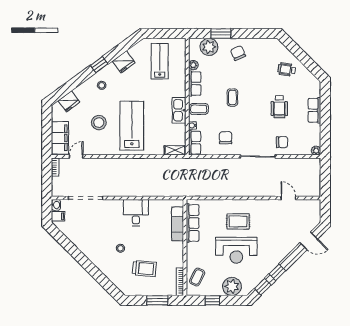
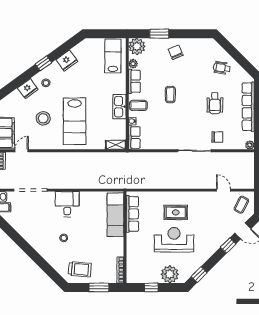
plant: (209, 47) -> (137, 46), moved
lab bench: (160, 61) -> (113, 56), moved
fridge: (69, 101) -> (28, 89), moved
row of seats: (314, 110) -> (248, 107), width x2.02
lab bench: (132, 126) -> (75, 121), turned 180
chair: (226, 138) -> (164, 133), removed
desk: (136, 213) -> (67, 204), moved
exam couch: (178, 224) -> (116, 215), width x1.36, depth x1.45
reception desk: (236, 250) -> (174, 240), turned 180
trolley: (144, 269) -> (80, 269), moved
window: (277, 272) -> (228, 246), moved
coffee table: (197, 277) -> (241, 205), moved

